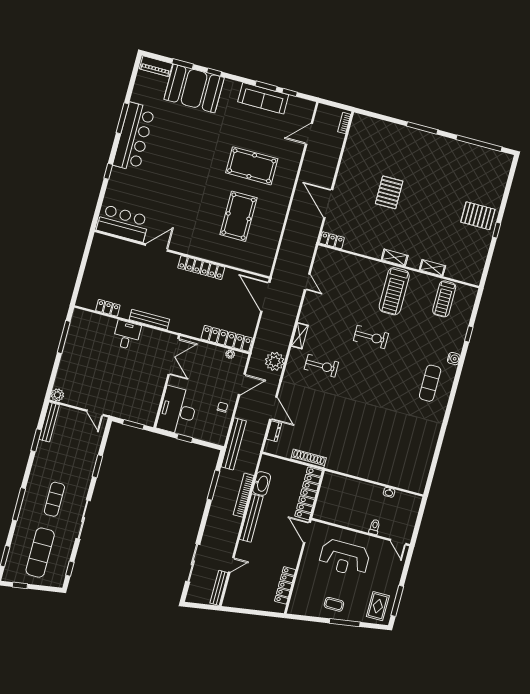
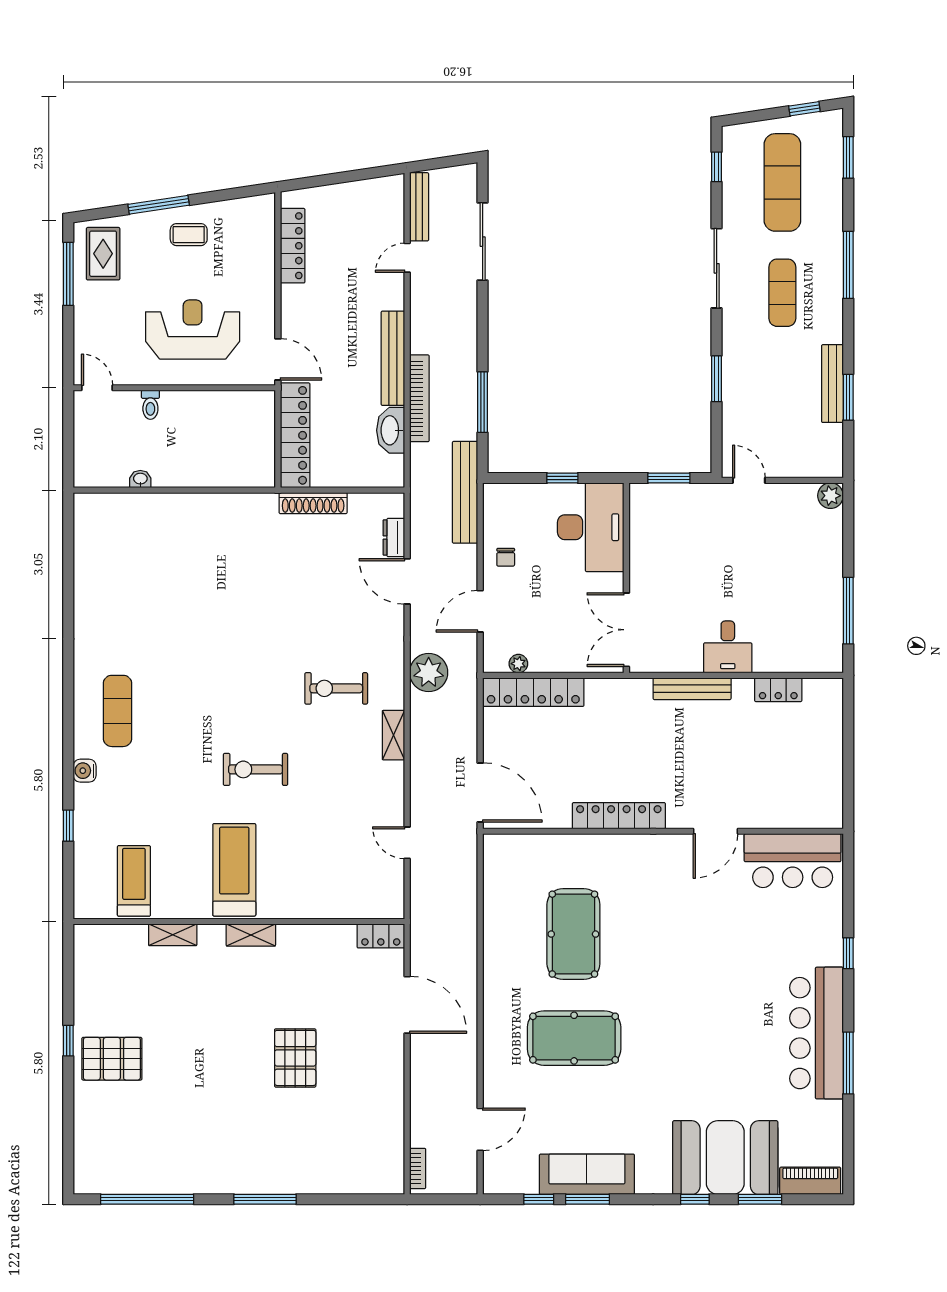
bench: (49, 422) -> (832, 384), moved

